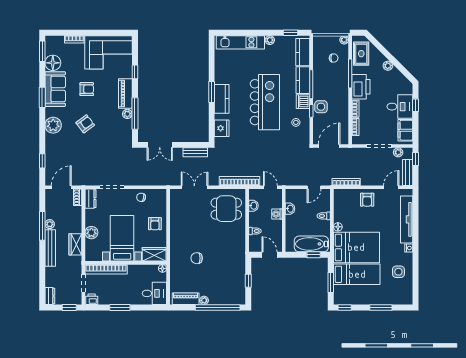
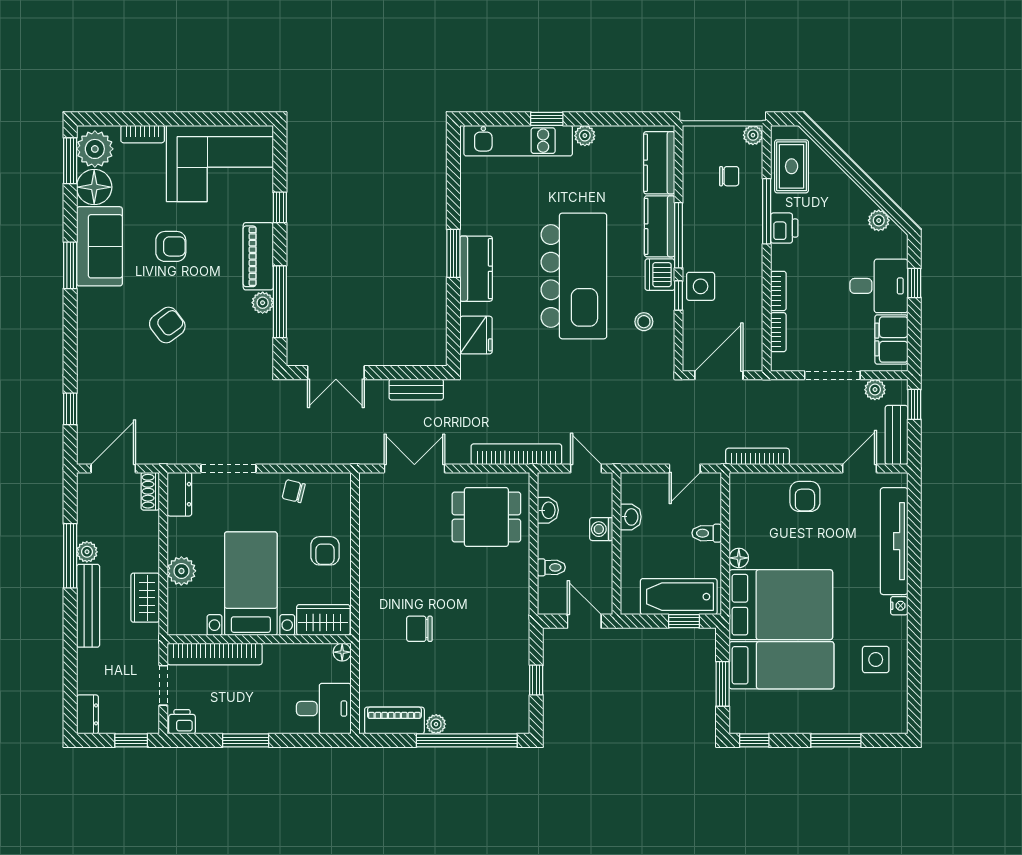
window: (290, 33) -> (547, 119), moved
plant: (388, 66) -> (879, 220), moved
printer: (361, 87) -> (784, 228), width x0.53, depth x0.68
plant: (53, 125) -> (95, 149), moved

